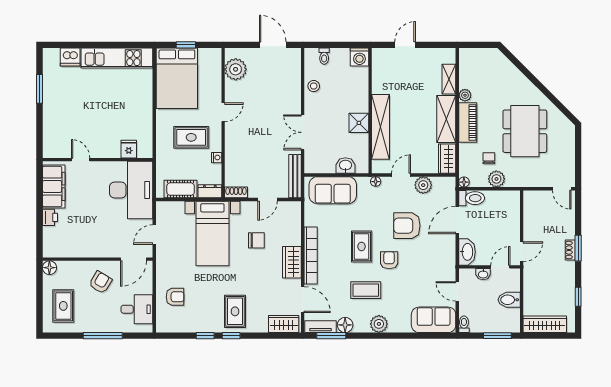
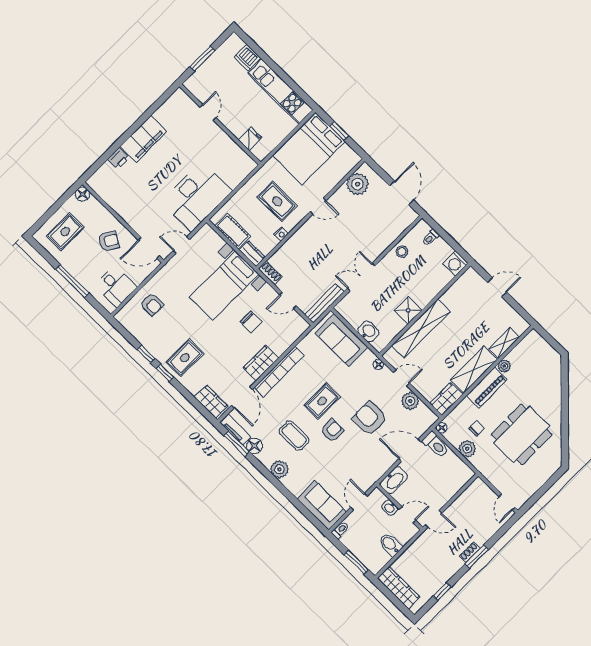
fridge: (129, 149) -> (250, 139), moved
door: (81, 160) -> (208, 112), moved
wall: (98, 160) -> (220, 124), moved

